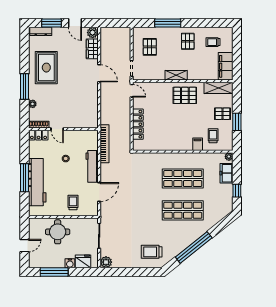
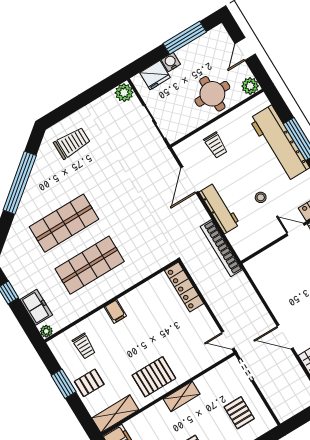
locker: (138, 124) -> (184, 287), moved
filing cabinet: (198, 144) -> (115, 311), moved
plant: (34, 224) -> (250, 86), added

